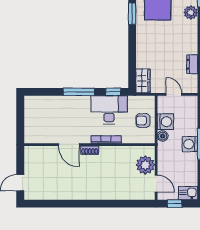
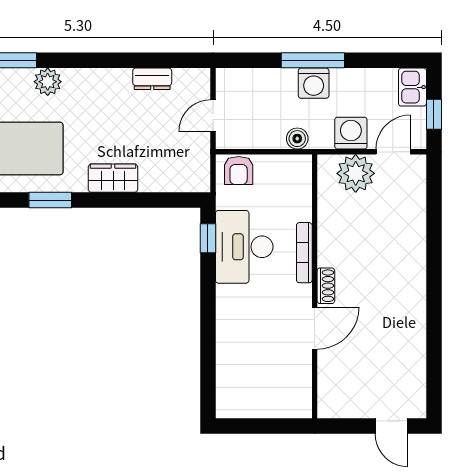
wardrobe: (143, 81) -> (113, 178), moved
window: (79, 92) -> (208, 308), removed
armchair: (143, 121) -> (239, 171), moved
washing machine: (165, 122) -> (351, 133), moved

